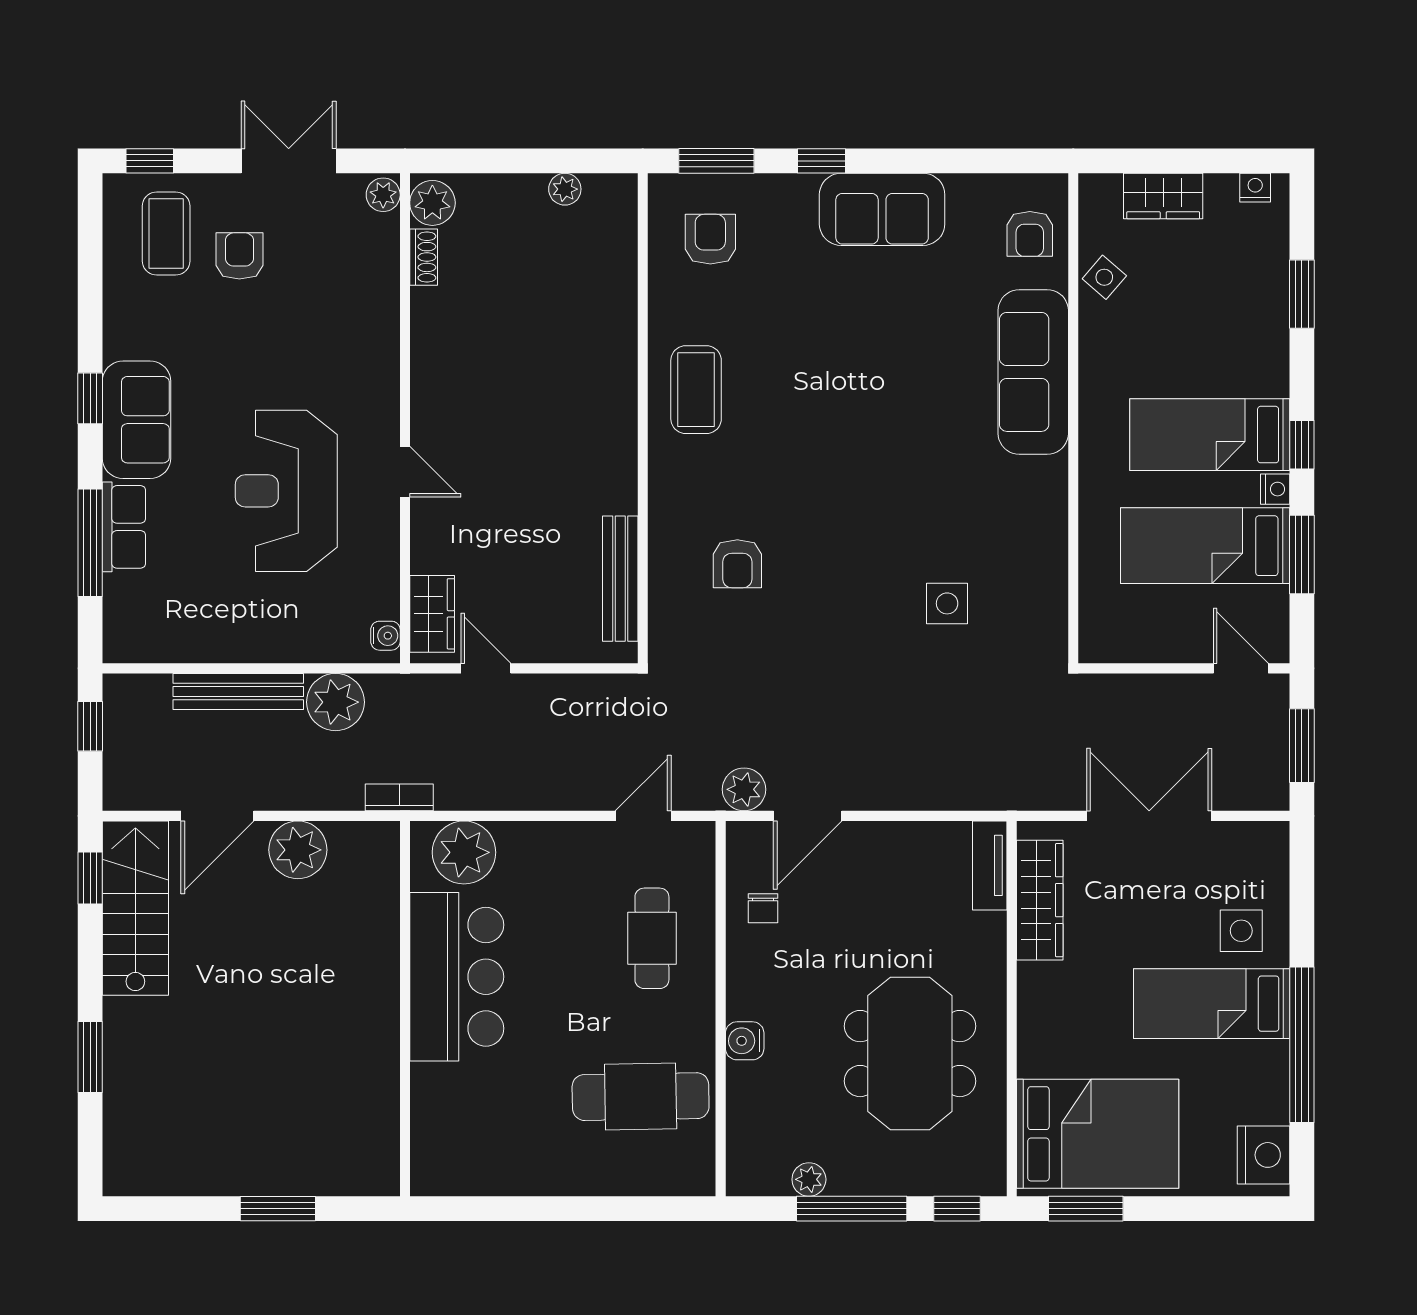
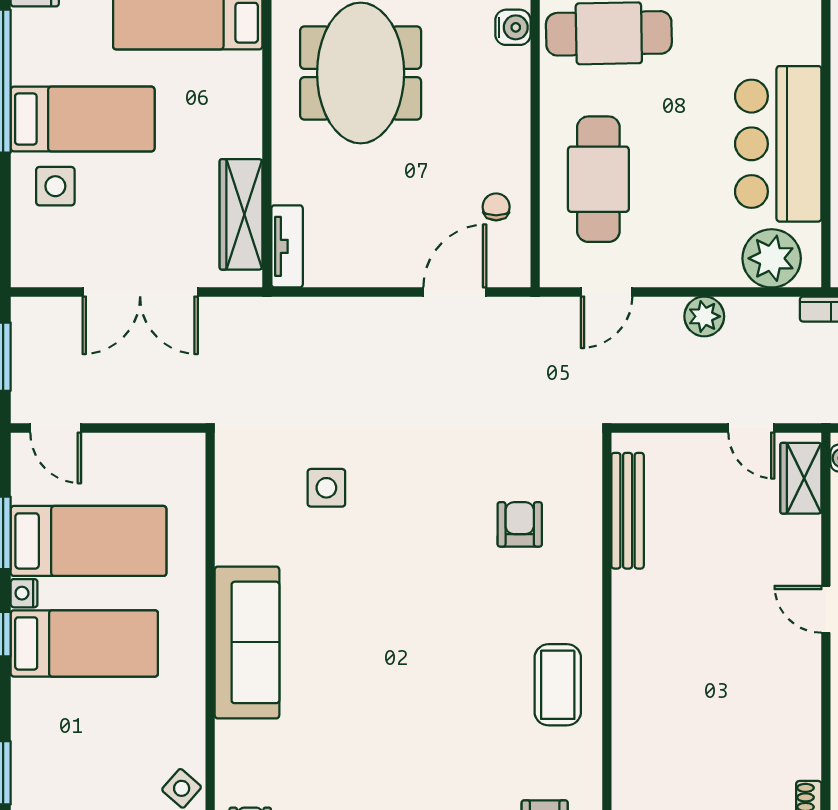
sofa: (1033, 372) -> (247, 642), moved
plant: (744, 789) -> (704, 316), moved
cafe table: (652, 938) -> (598, 179), width x1.37, depth x1.35
water cooler: (745, 1041) -> (513, 27), moved

